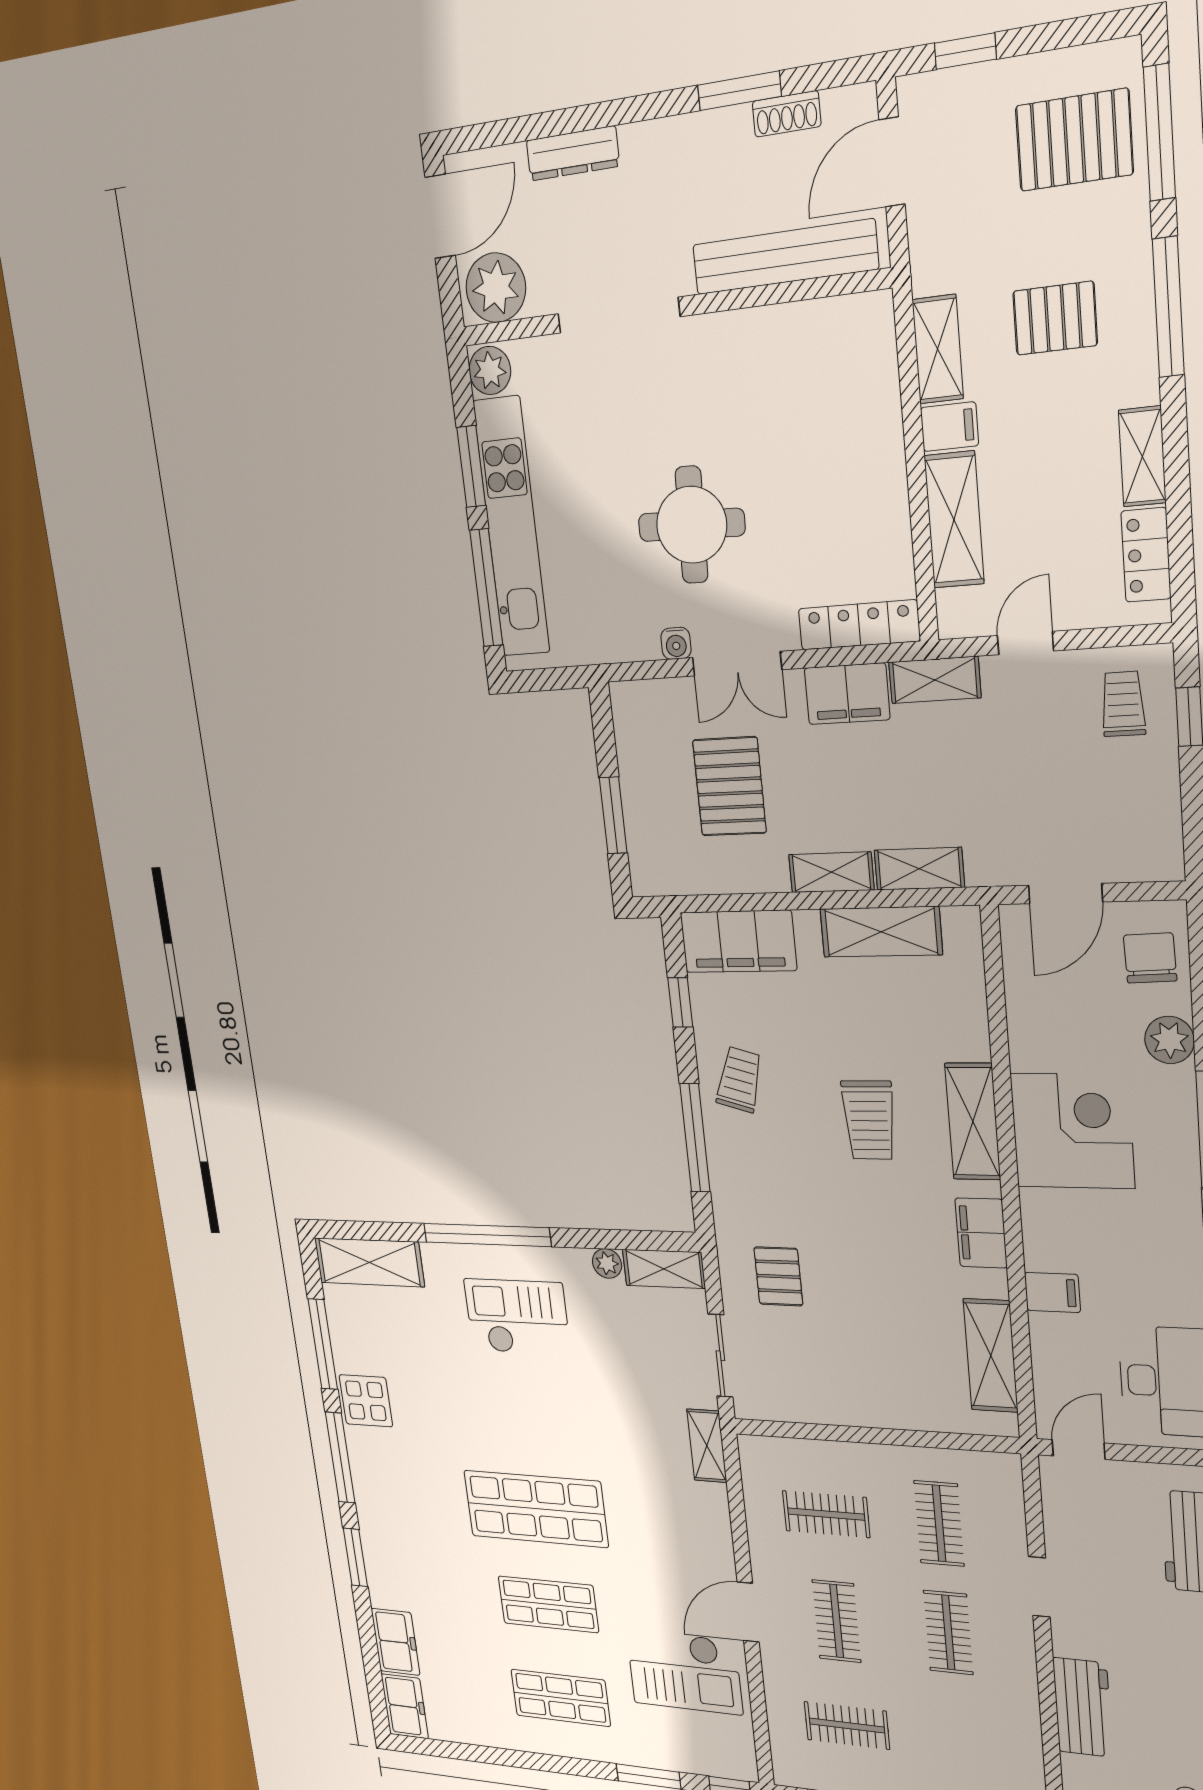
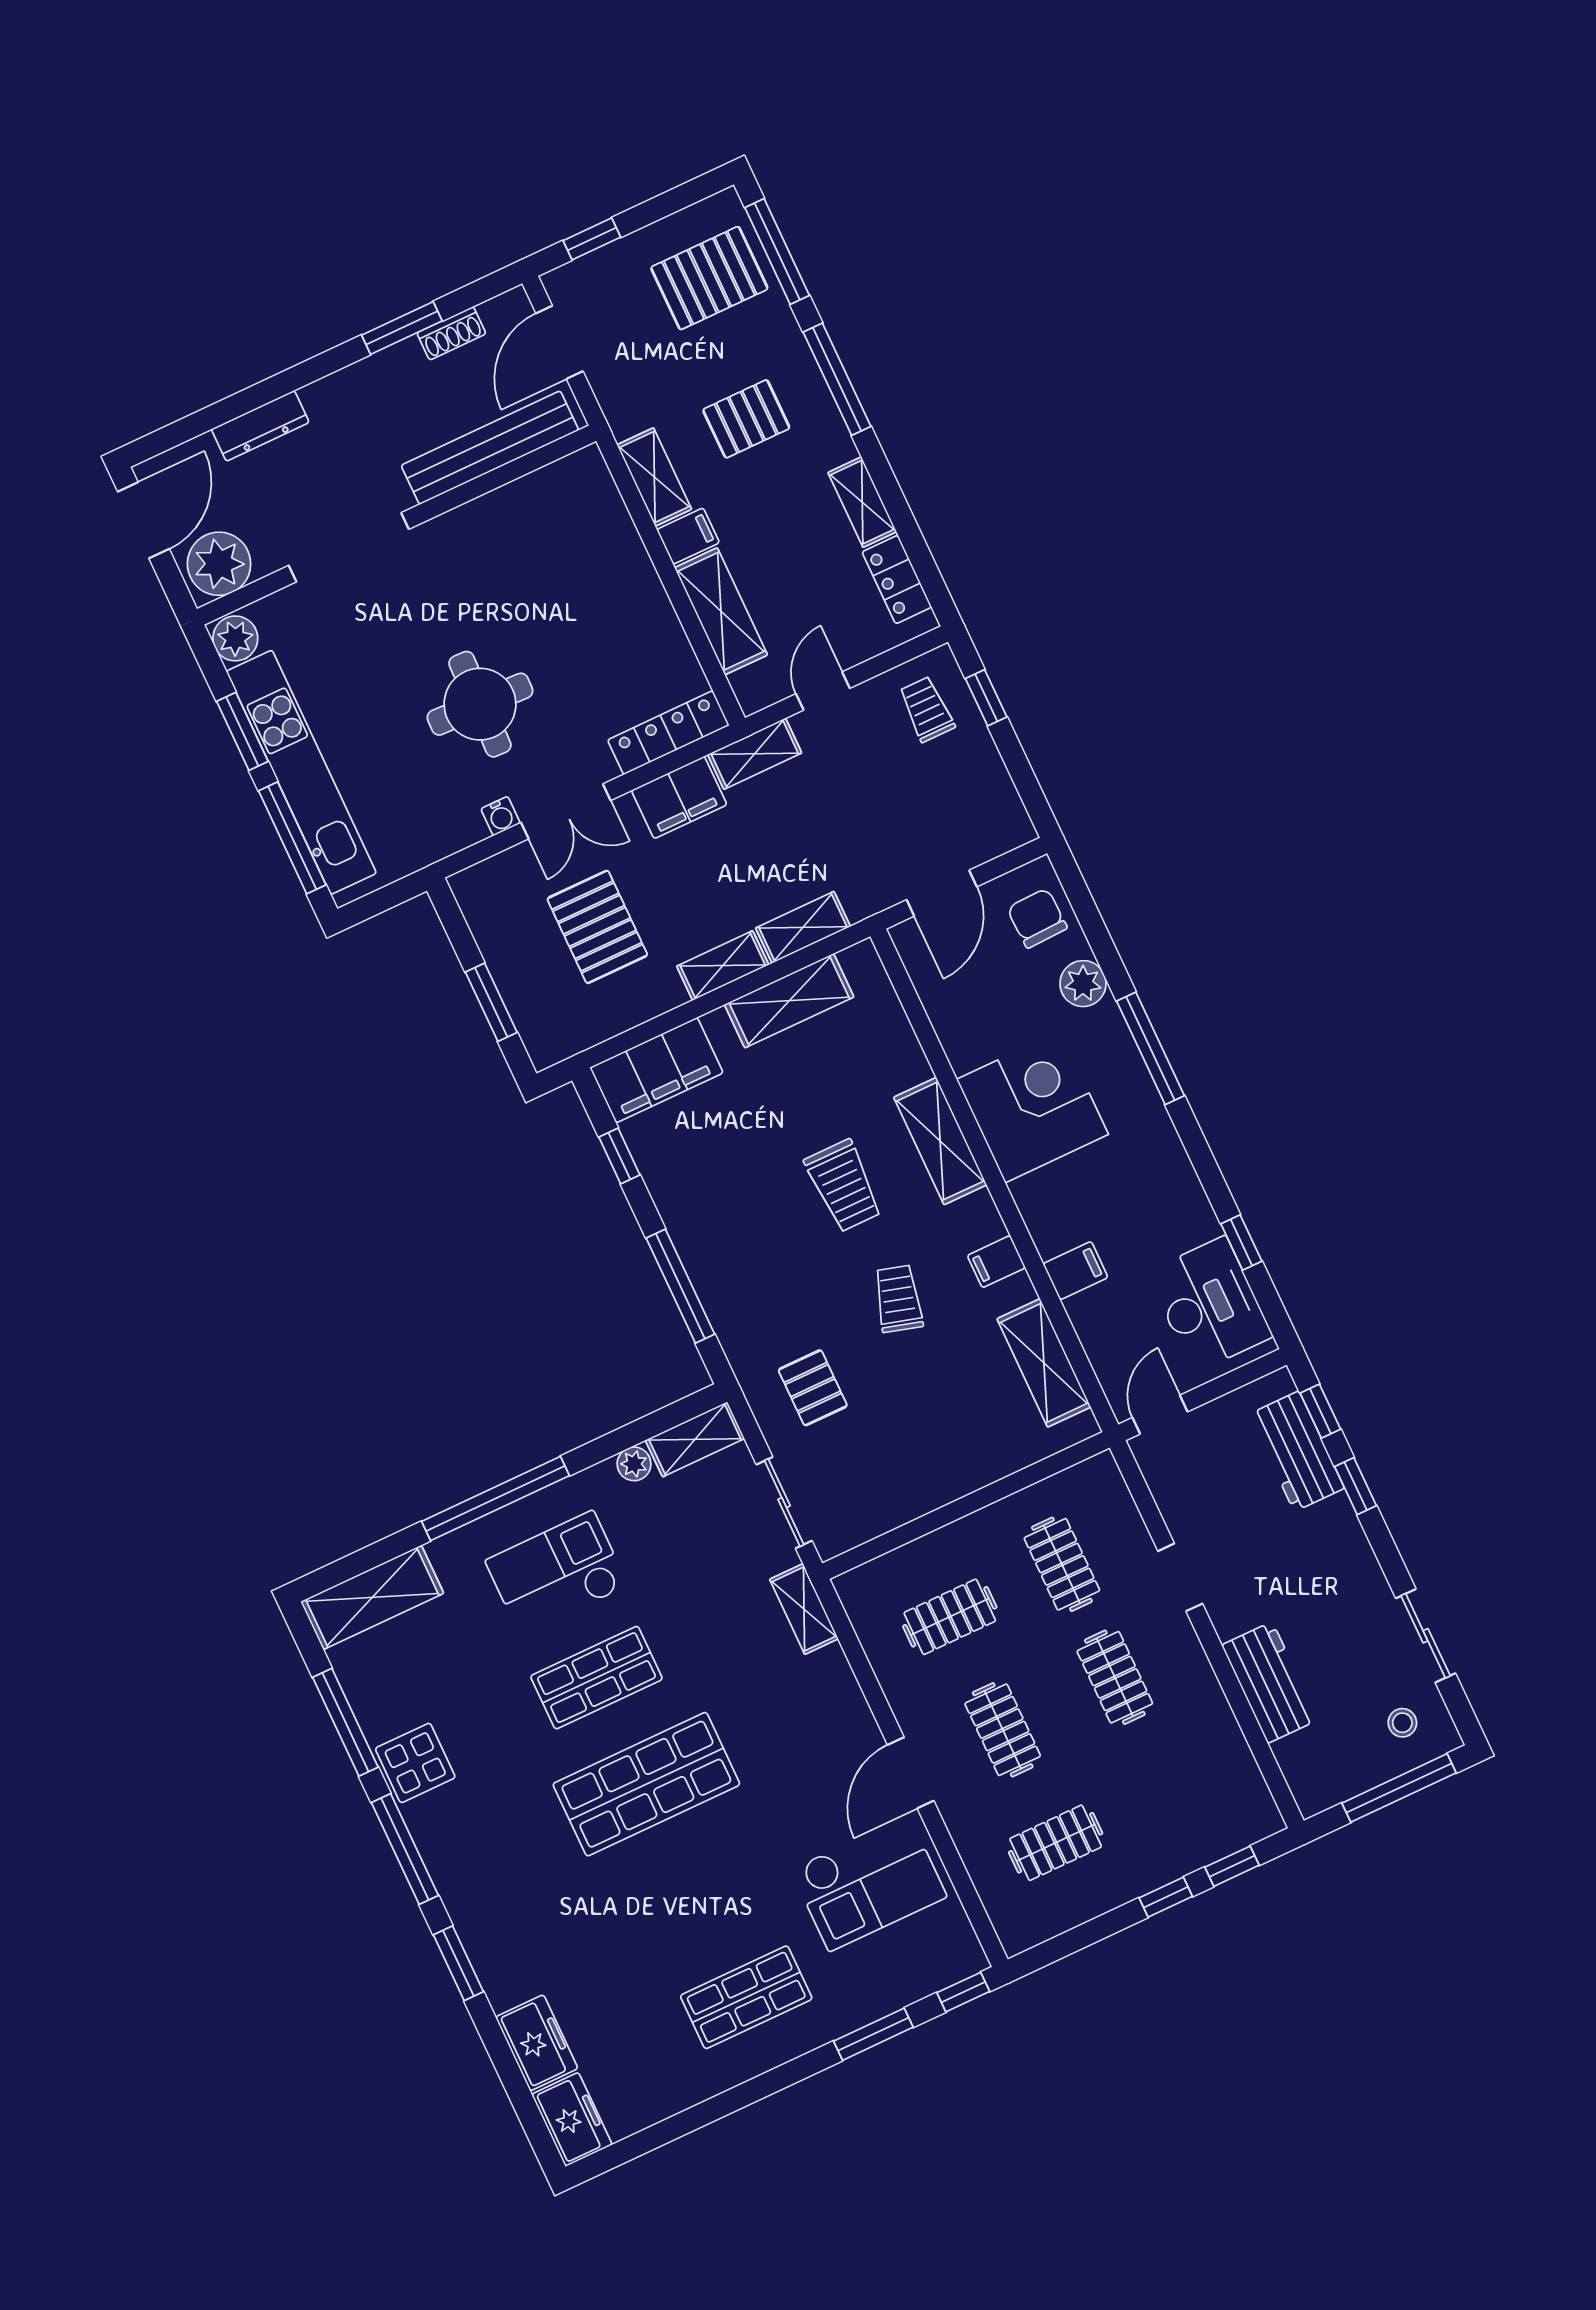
trolley: (739, 1080) -> (898, 1299), moved
filing cabinet: (981, 1233) -> (996, 1262), width x0.50
shop shelf: (548, 1604) -> (596, 1678), moved

